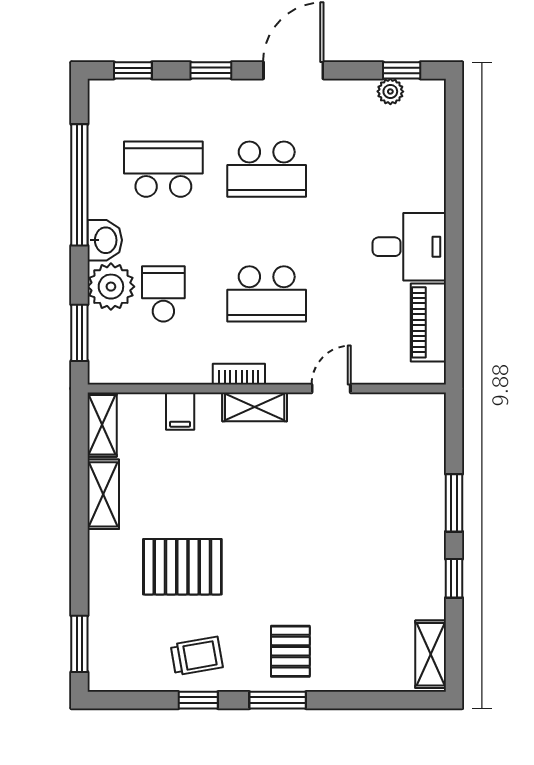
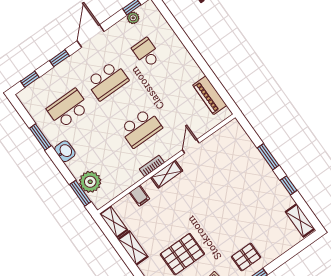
window: (79, 185) -> (40, 137), width x0.47
desk: (409, 247) -> (182, 72), removed
plant: (111, 287) -> (90, 182), moved
school desk: (163, 294) -> (146, 53), moved
pallet: (290, 651) -> (246, 257), turned 90

